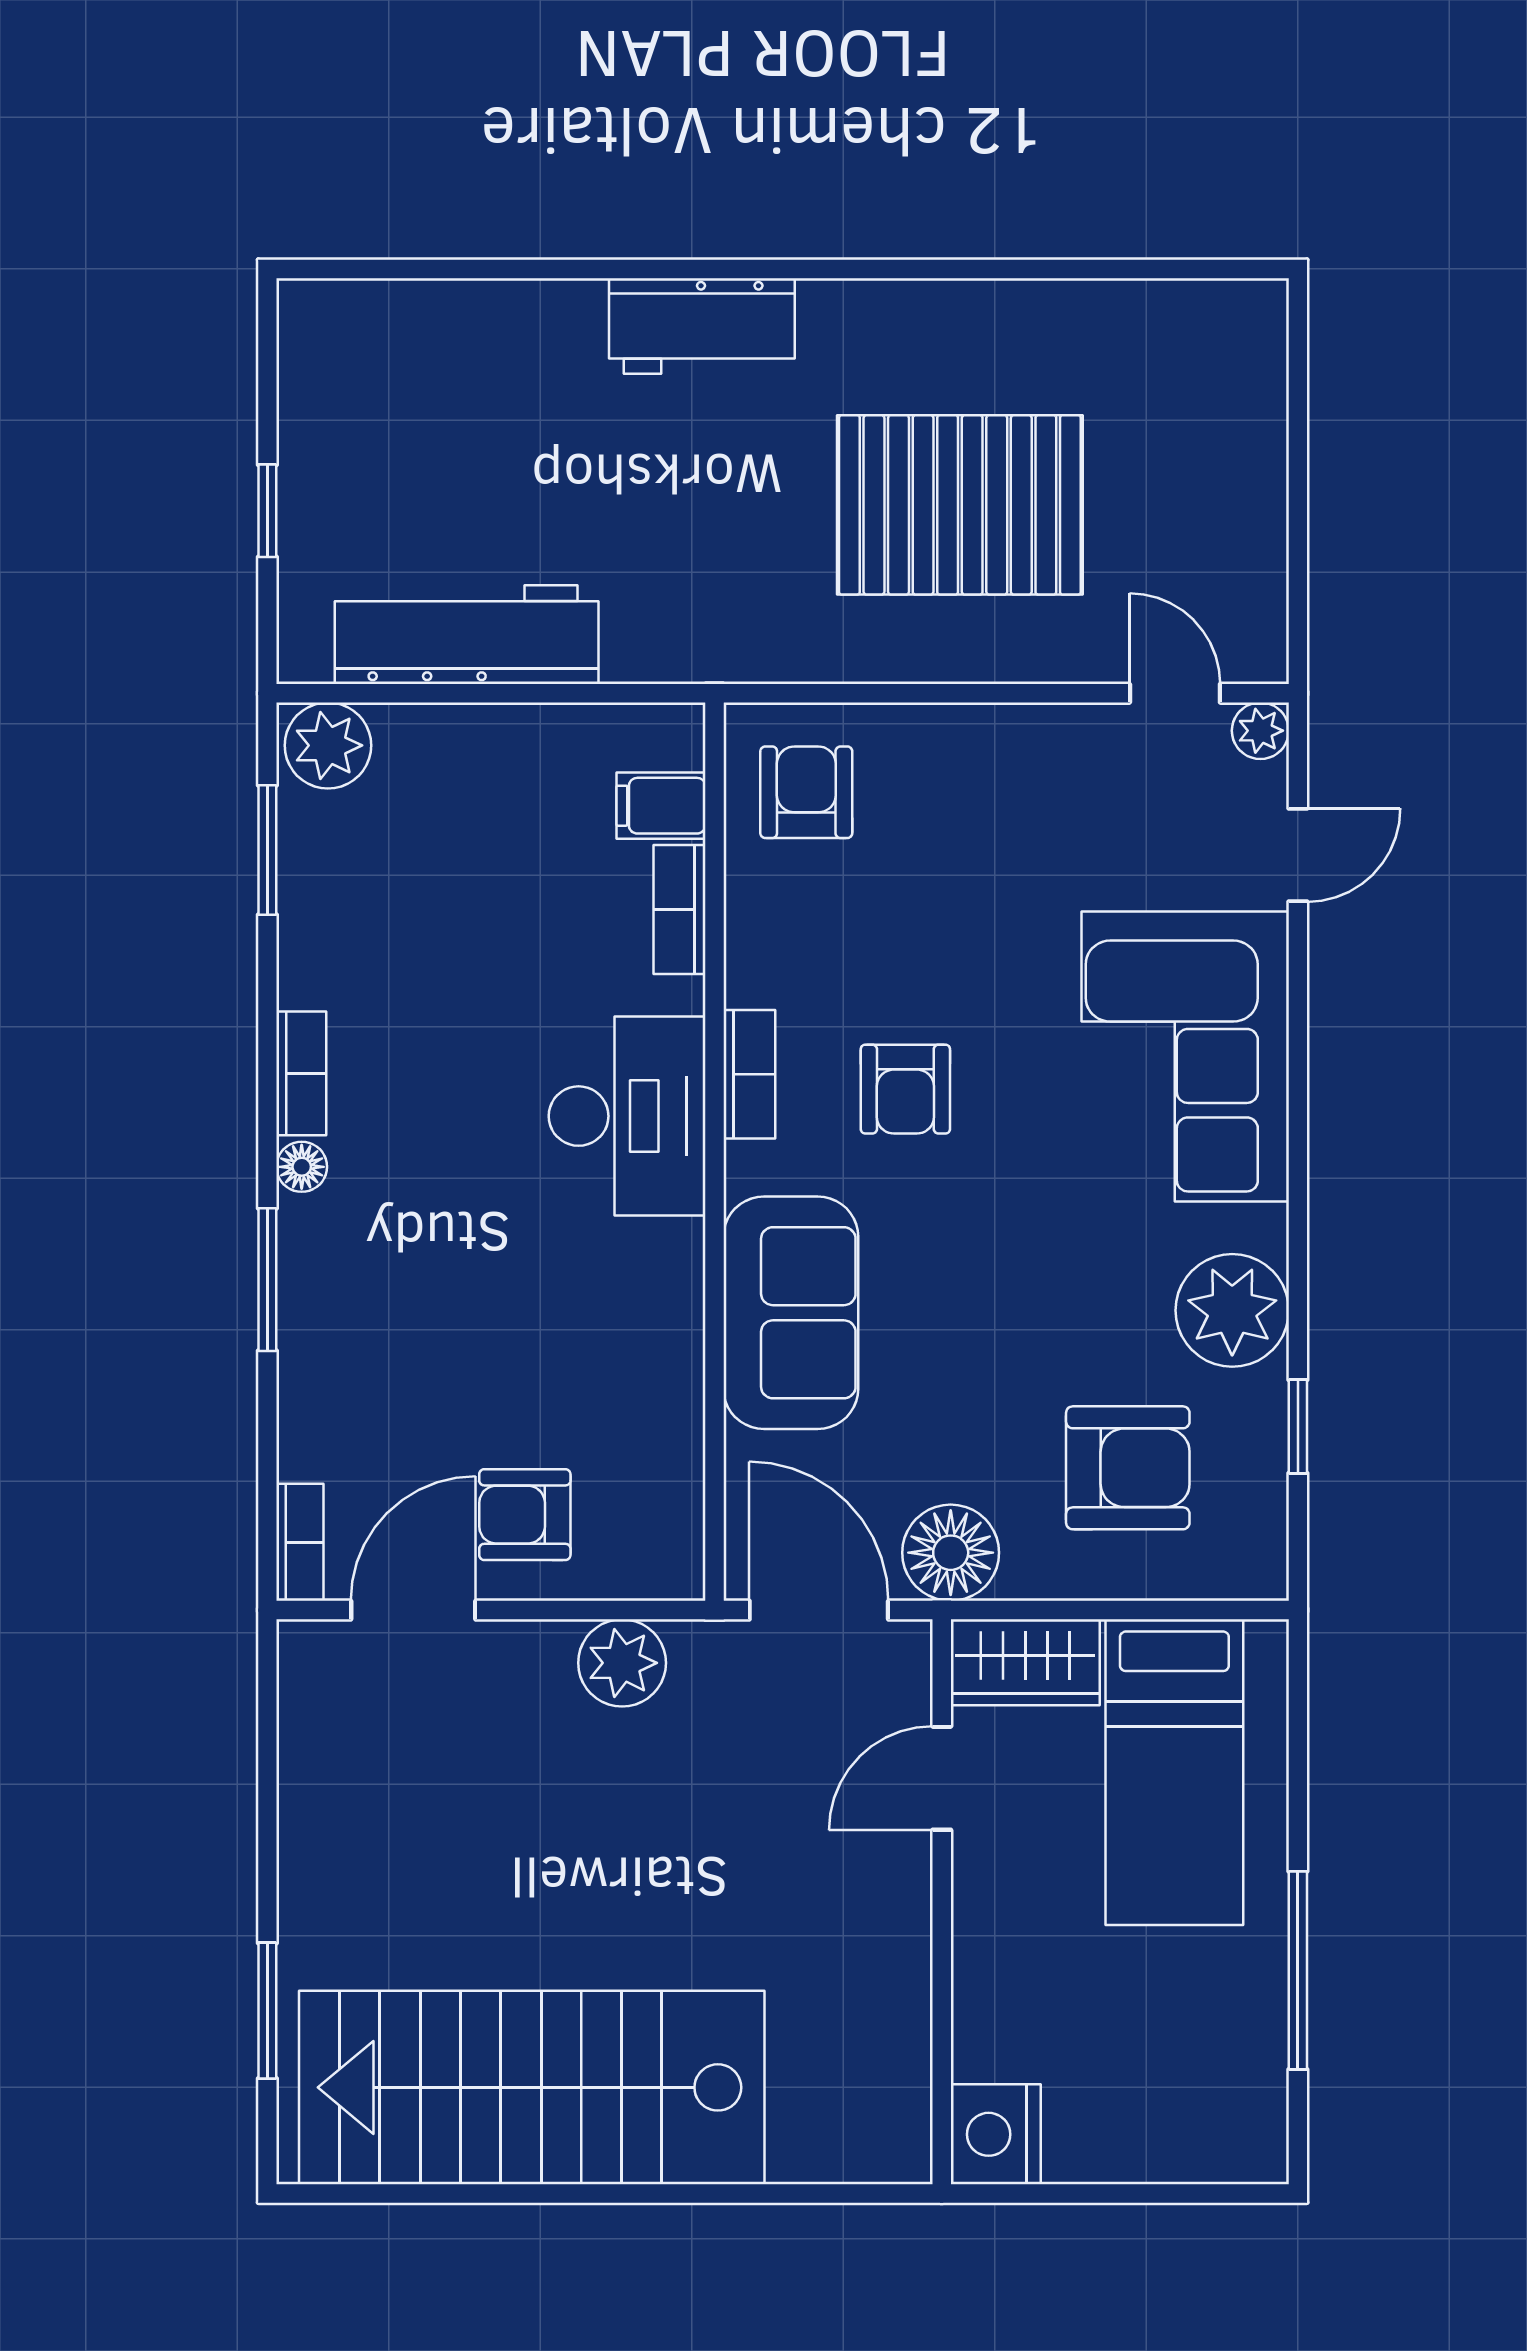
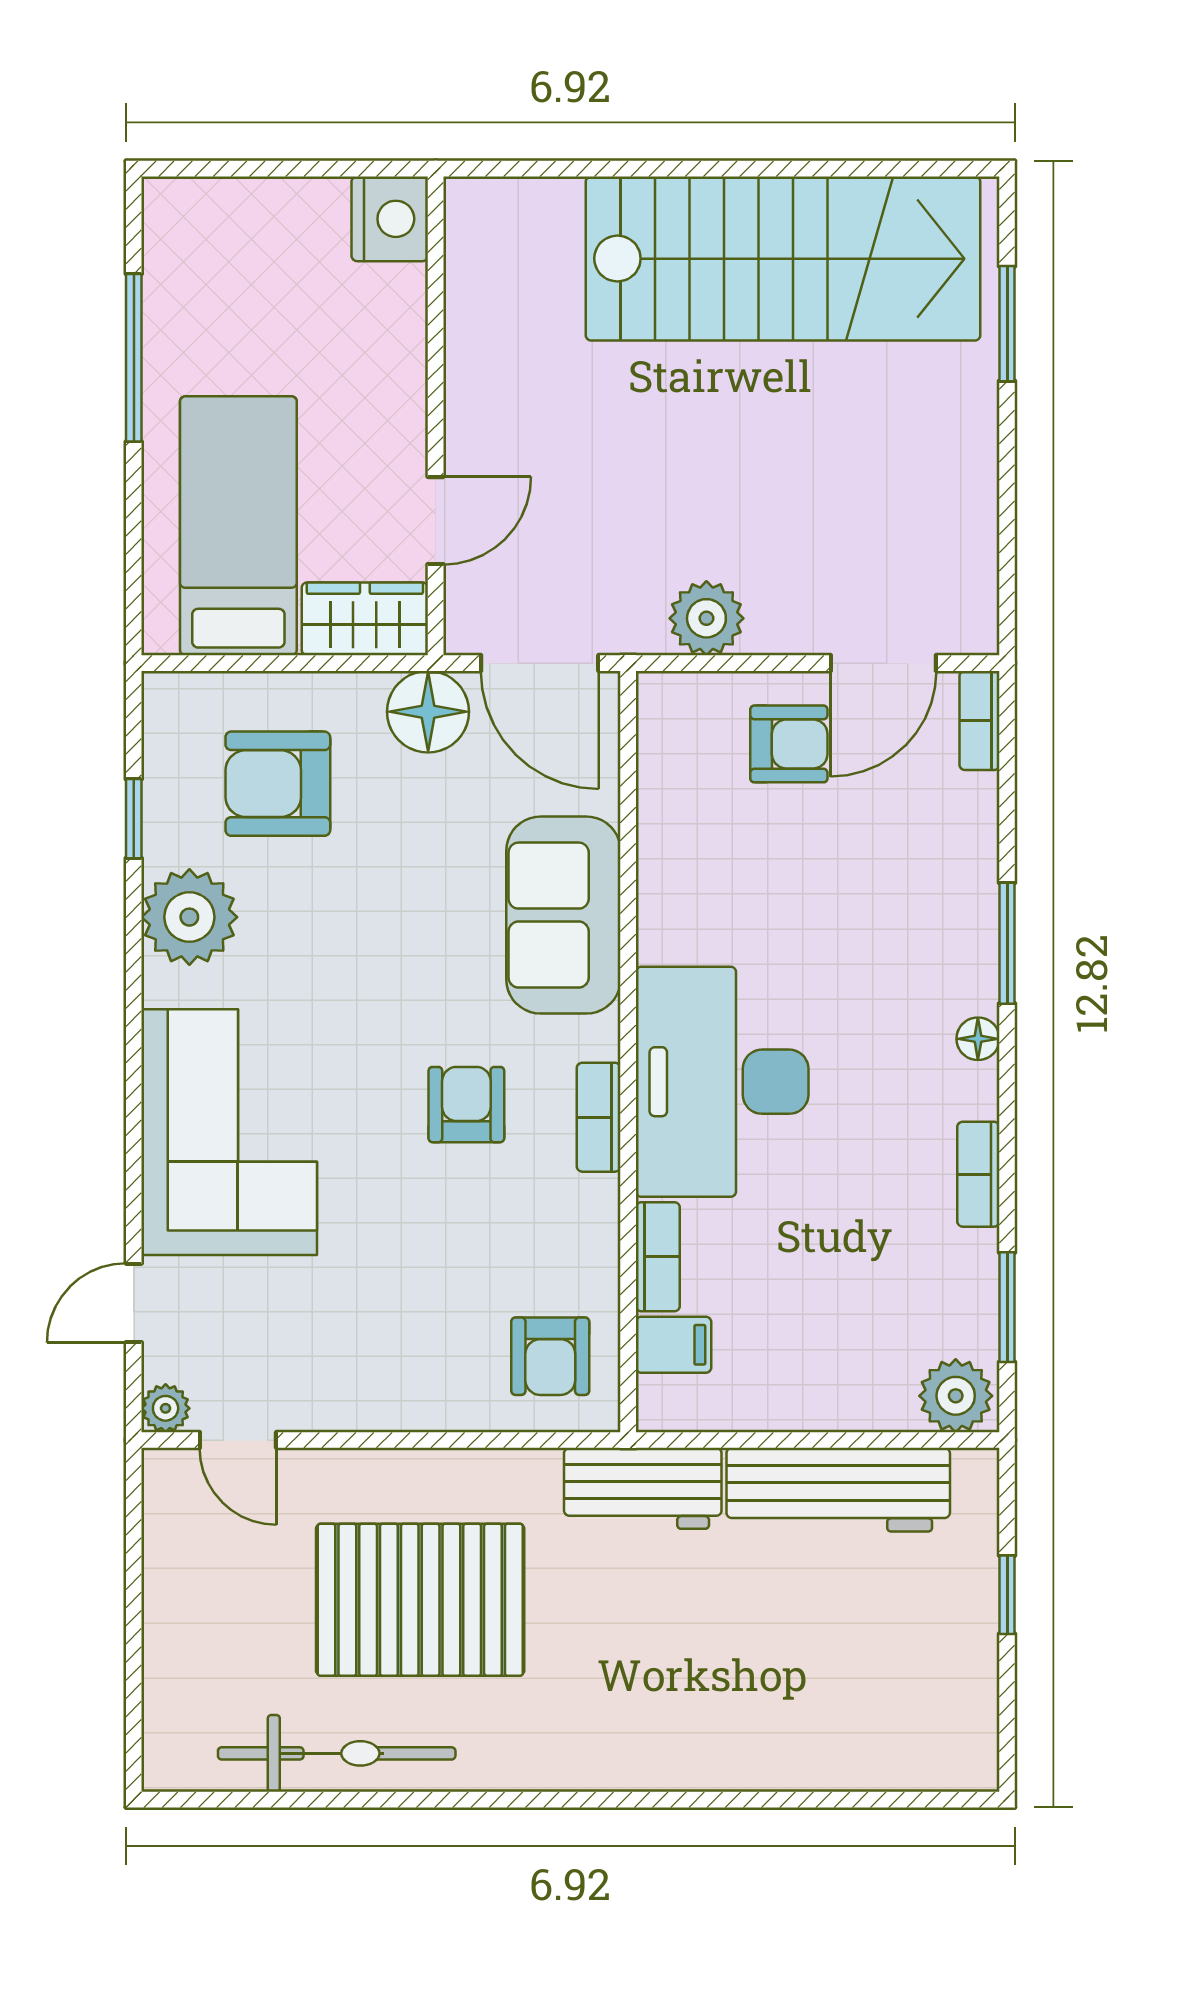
bicycle: (1058, 324) -> (337, 1753), added
workbench: (702, 326) -> (643, 1488), moved, turned 180
bookcase: (301, 1073) -> (978, 1174), moved
desk: (627, 1116) -> (722, 1082), width x1.36, depth x1.30

